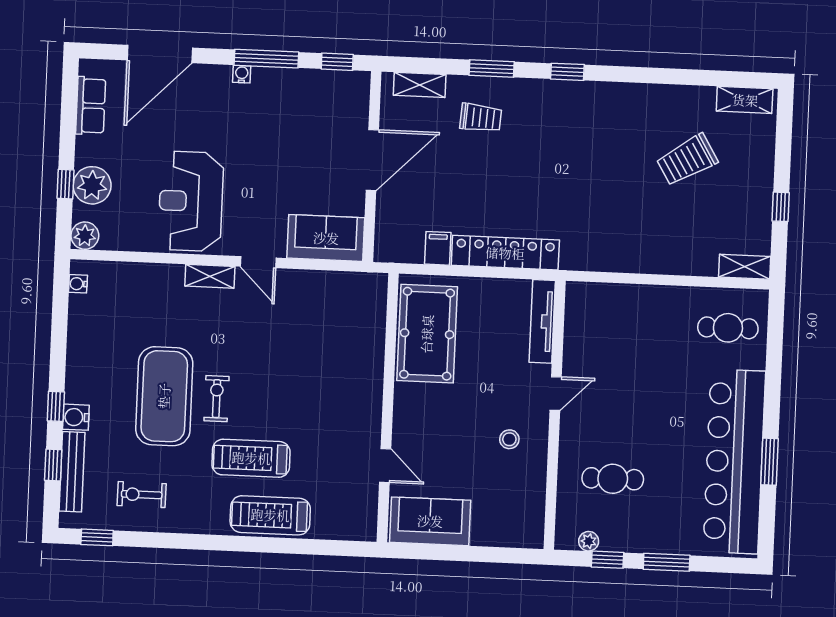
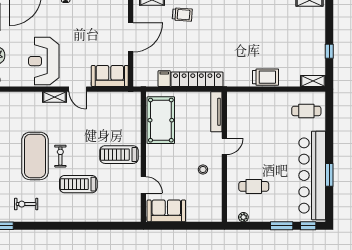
trolley: (687, 160) -> (265, 77), moved, turned -149
treadmill: (270, 515) -> (119, 155), moved
window: (607, 560) -> (308, 226), moved

